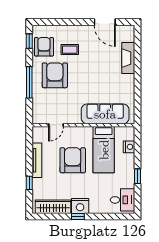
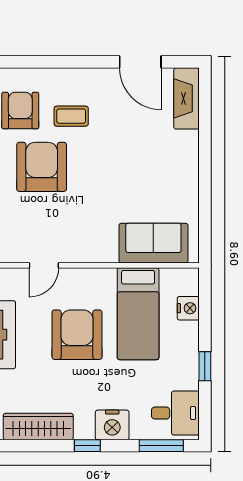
fireplace: (128, 58) -> (187, 98), moved
sofa: (105, 114) -> (153, 243), width x0.73
nightstand: (80, 206) -> (112, 425), moved
window: (115, 217) -> (161, 446), added

